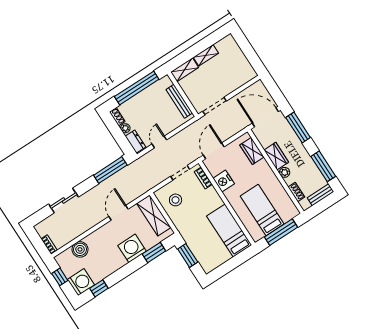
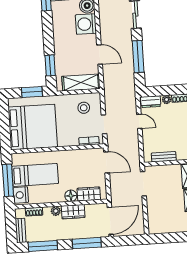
bench: (179, 101) -> (164, 157), width x0.73
floor lamp: (263, 166) -> (71, 196), added
window: (110, 170) -> (138, 57), moved
nightstand: (224, 181) -> (21, 195), moved, turned -90
bed: (229, 230) -> (33, 127), width x2.04
washing machine: (132, 248) -> (86, 24), moved, turned 180

